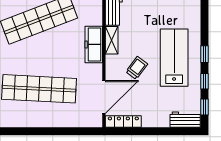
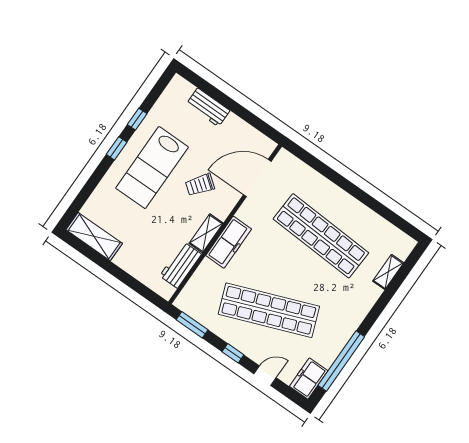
window: (205, 107) -> (156, 91), removed
workbench: (185, 120) -> (208, 107), moved
locker: (123, 121) -> (255, 137), removed

